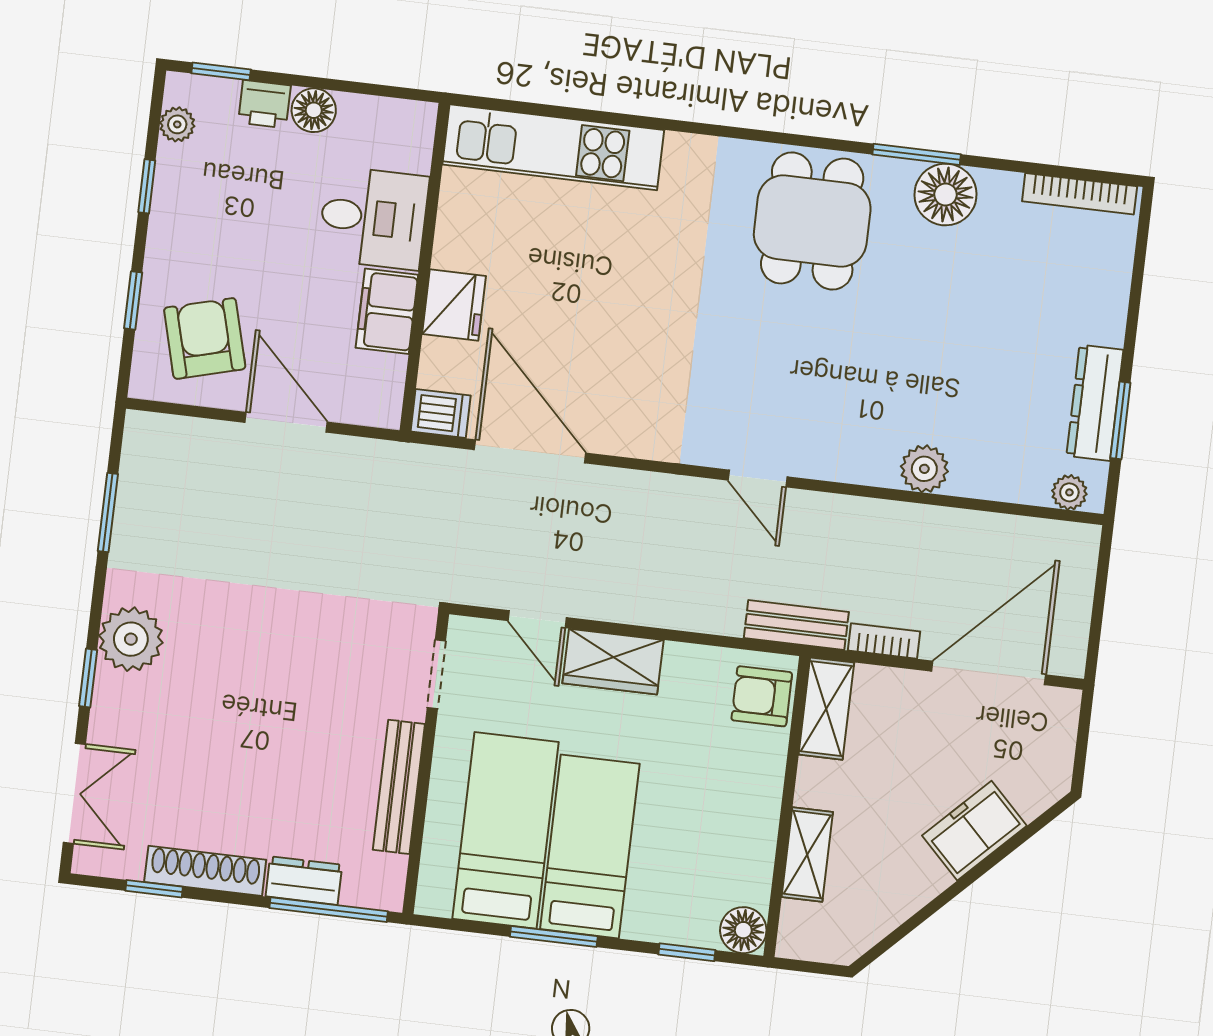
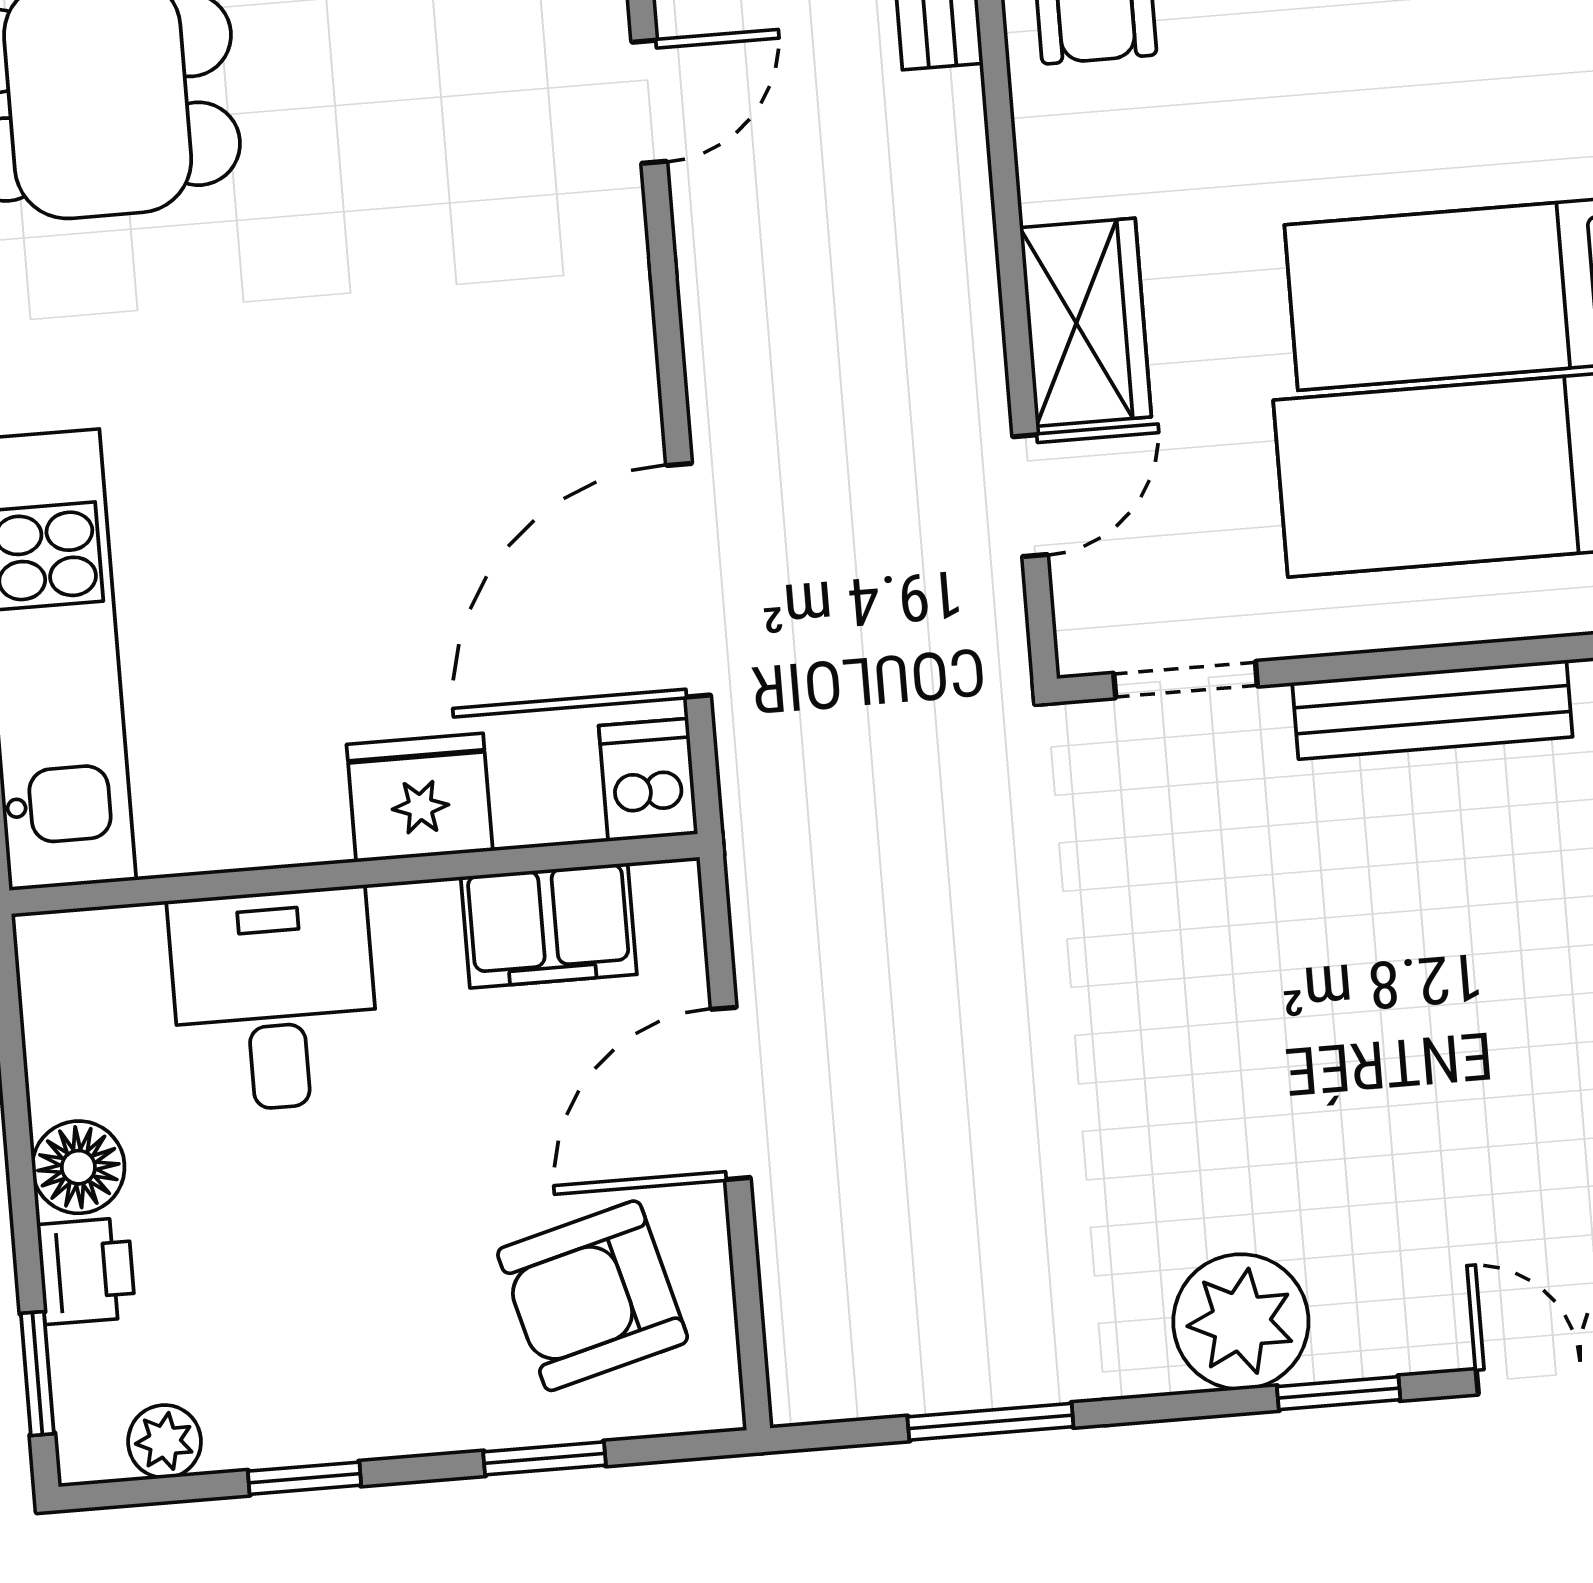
filing cabinet: (387, 311) -> (549, 926), moved

